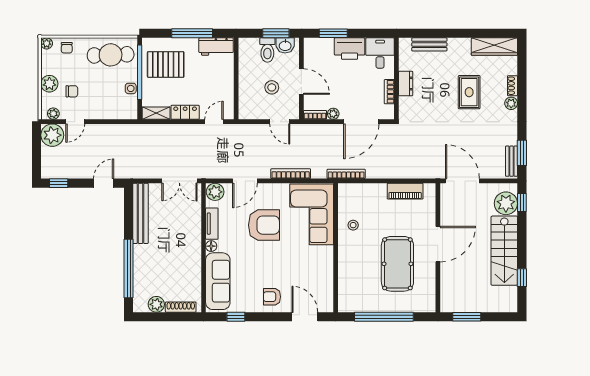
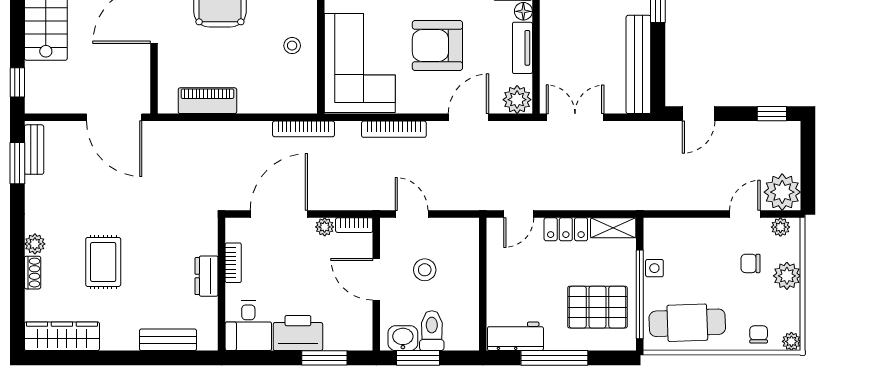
plant: (506, 203) -> (43, 81), removed

